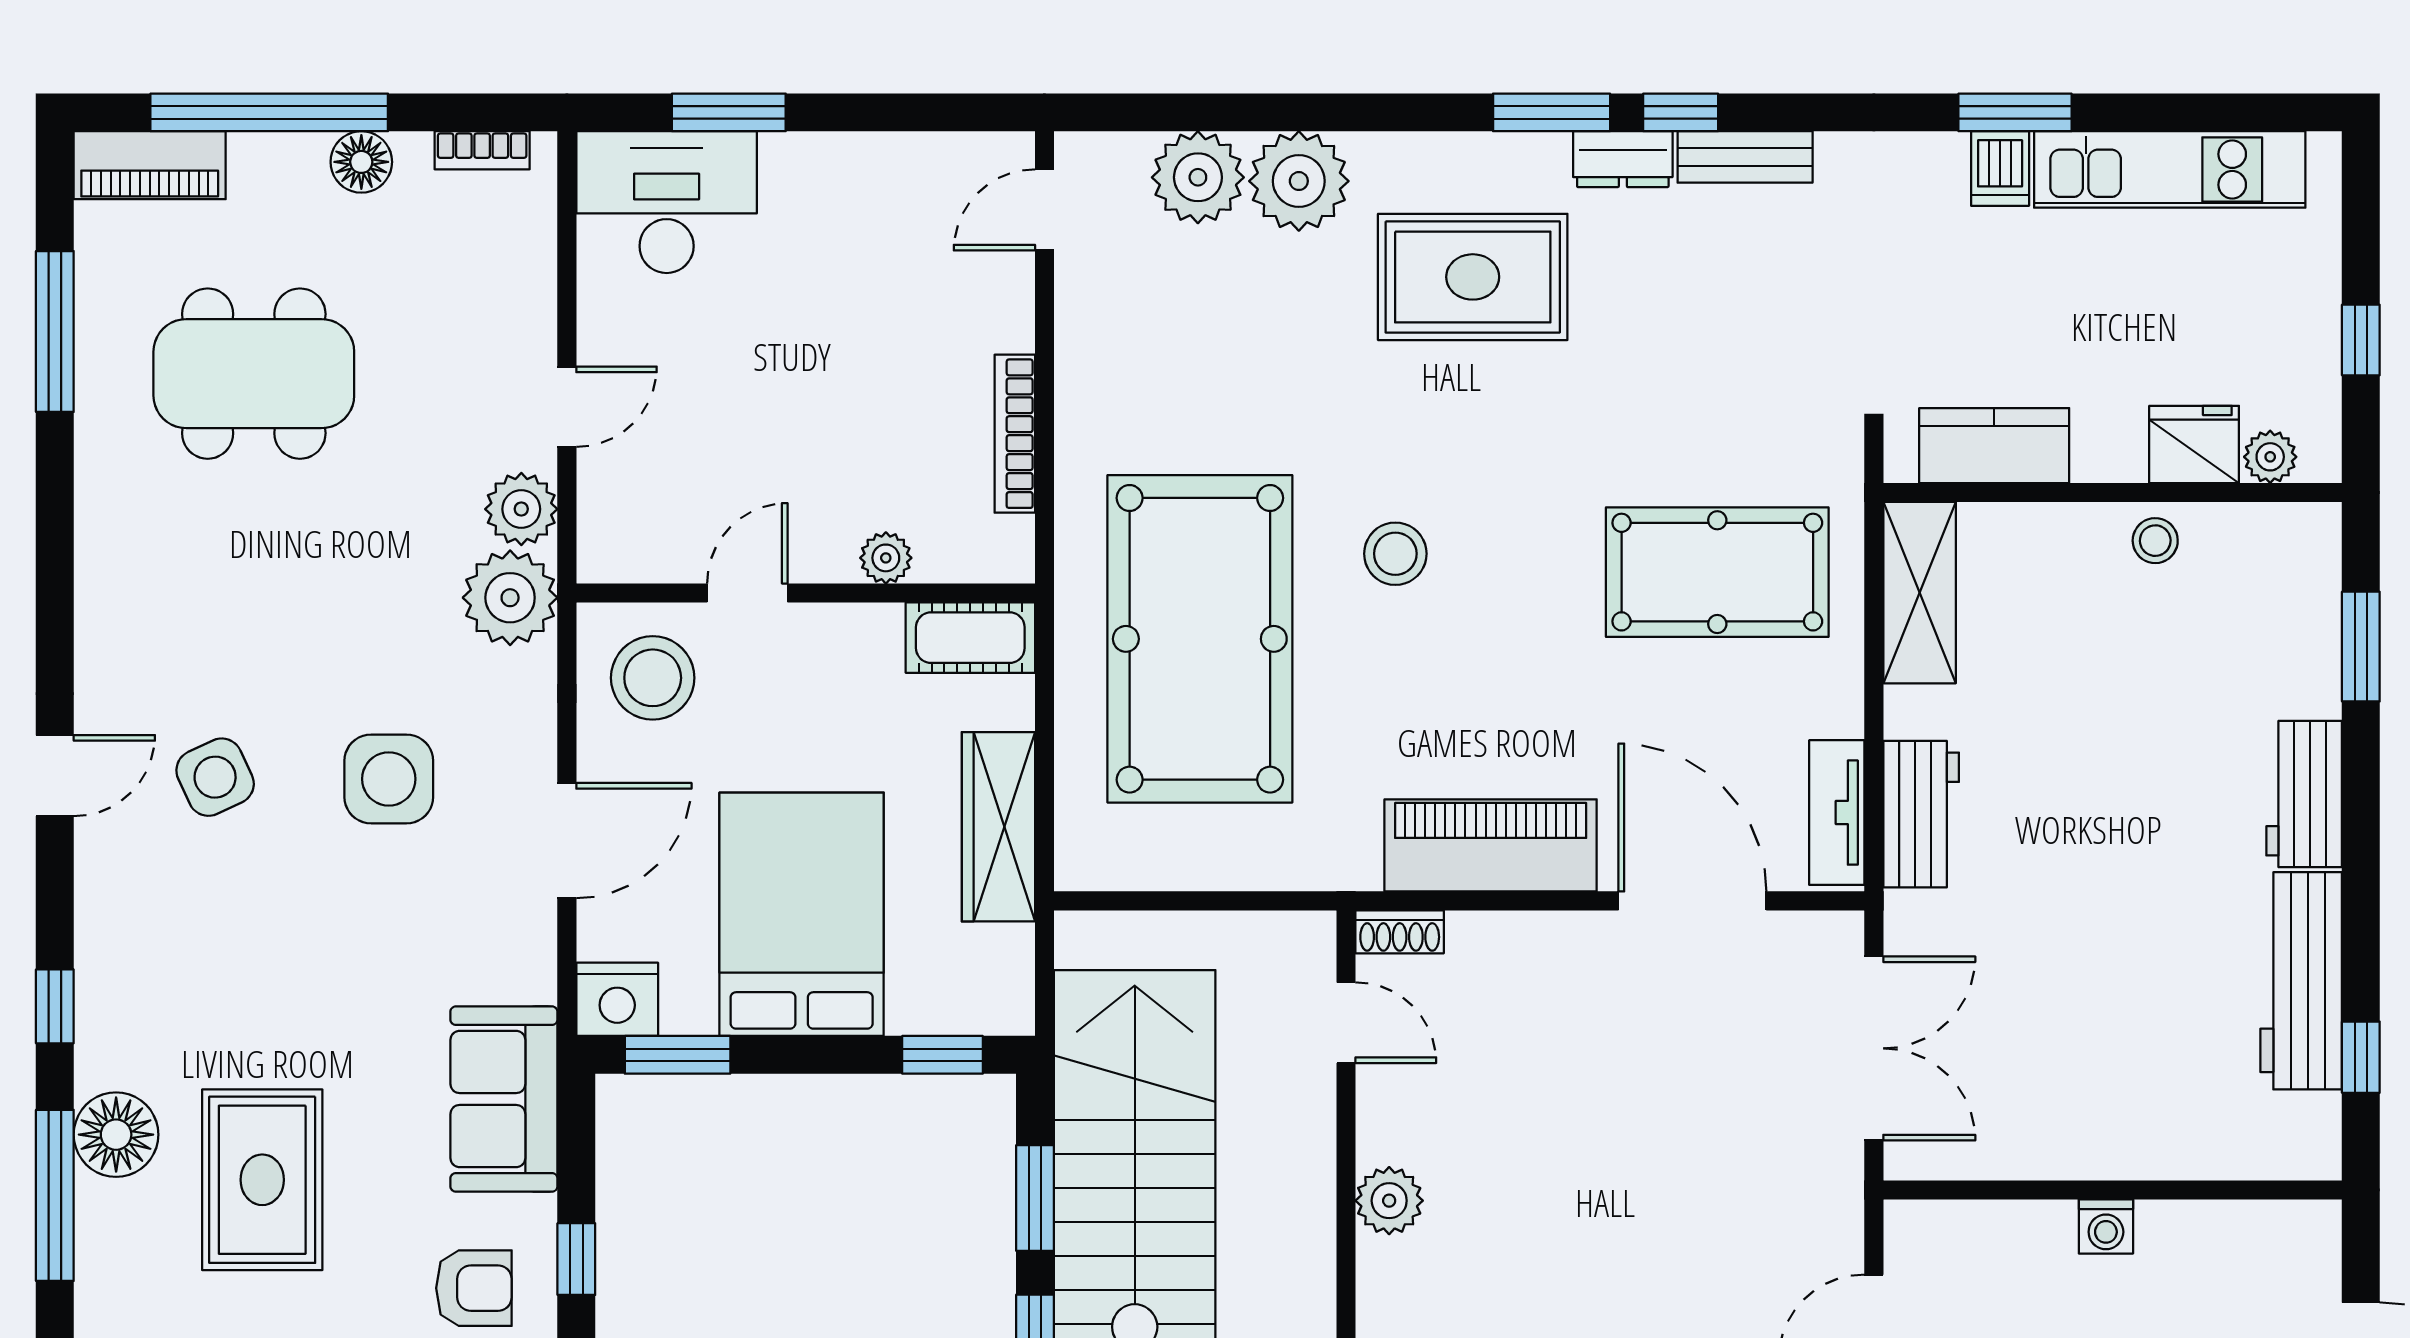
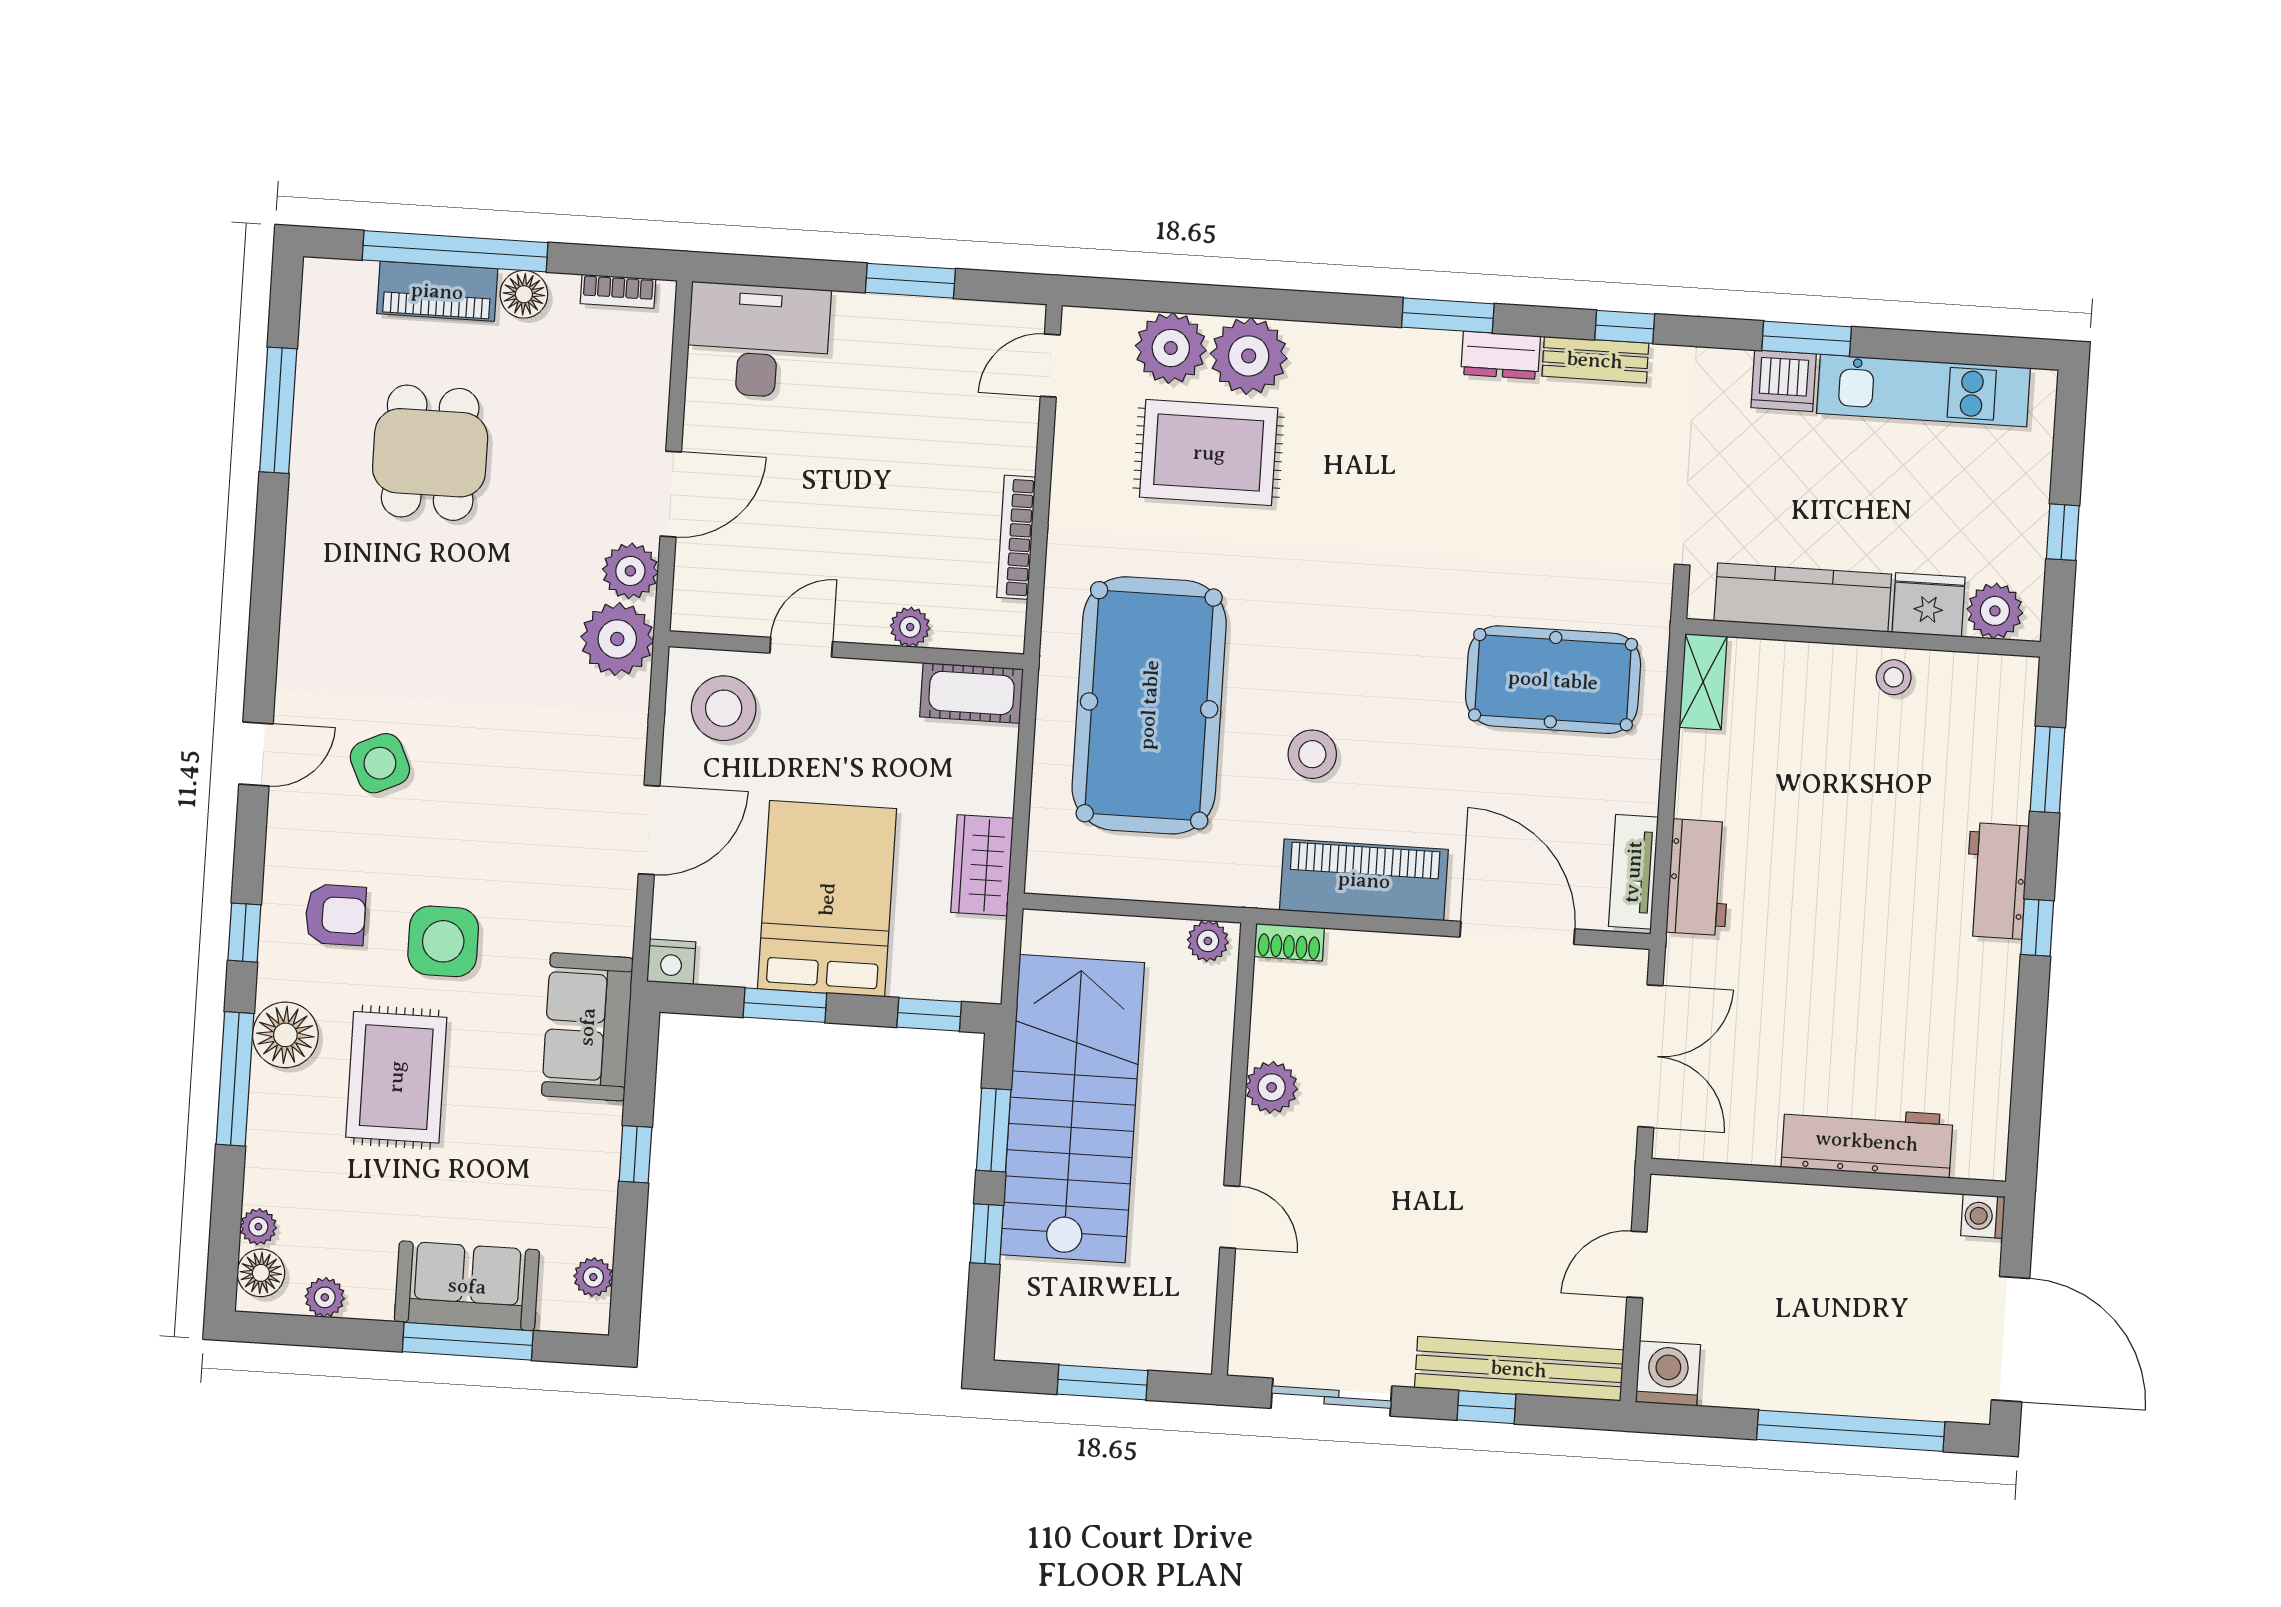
window: (729, 112) -> (910, 281), moved
window: (1681, 112) -> (1625, 327), moved
piano: (150, 165) -> (437, 291), moved
dishwasher: (2000, 169) -> (1784, 381), width x1.38
rug: (1473, 277) -> (1209, 453), moved
dining table: (254, 374) -> (430, 453), width x0.73
door: (567, 407) -> (671, 494), width x1.38
kitchen counter: (1994, 446) -> (1803, 597), width x1.50
plant: (2270, 457) -> (1995, 611), width x1.38, depth x1.38
stool: (1395, 554) -> (1312, 754), moved
shelving: (1920, 593) -> (1703, 682), width x0.67, depth x0.75
side table: (389, 779) -> (443, 941), moved
wardrobe: (998, 827) -> (982, 865), width x0.67
plant: (1295, 937) -> (1208, 941), added
workbench: (2301, 981) -> (1867, 1141), moved, turned 90
nightstand: (617, 999) -> (671, 962), width x0.74, depth x0.75
door: (1346, 1023) -> (1230, 1217), moved
window: (678, 1055) -> (785, 1005), moved
window: (2361, 1057) -> (2037, 928), moved
plant: (1389, 1201) -> (1272, 1087), moved
washing machine: (2106, 1226) -> (1983, 1216), moved, turned 90
armchair: (474, 1288) -> (335, 915), moved

